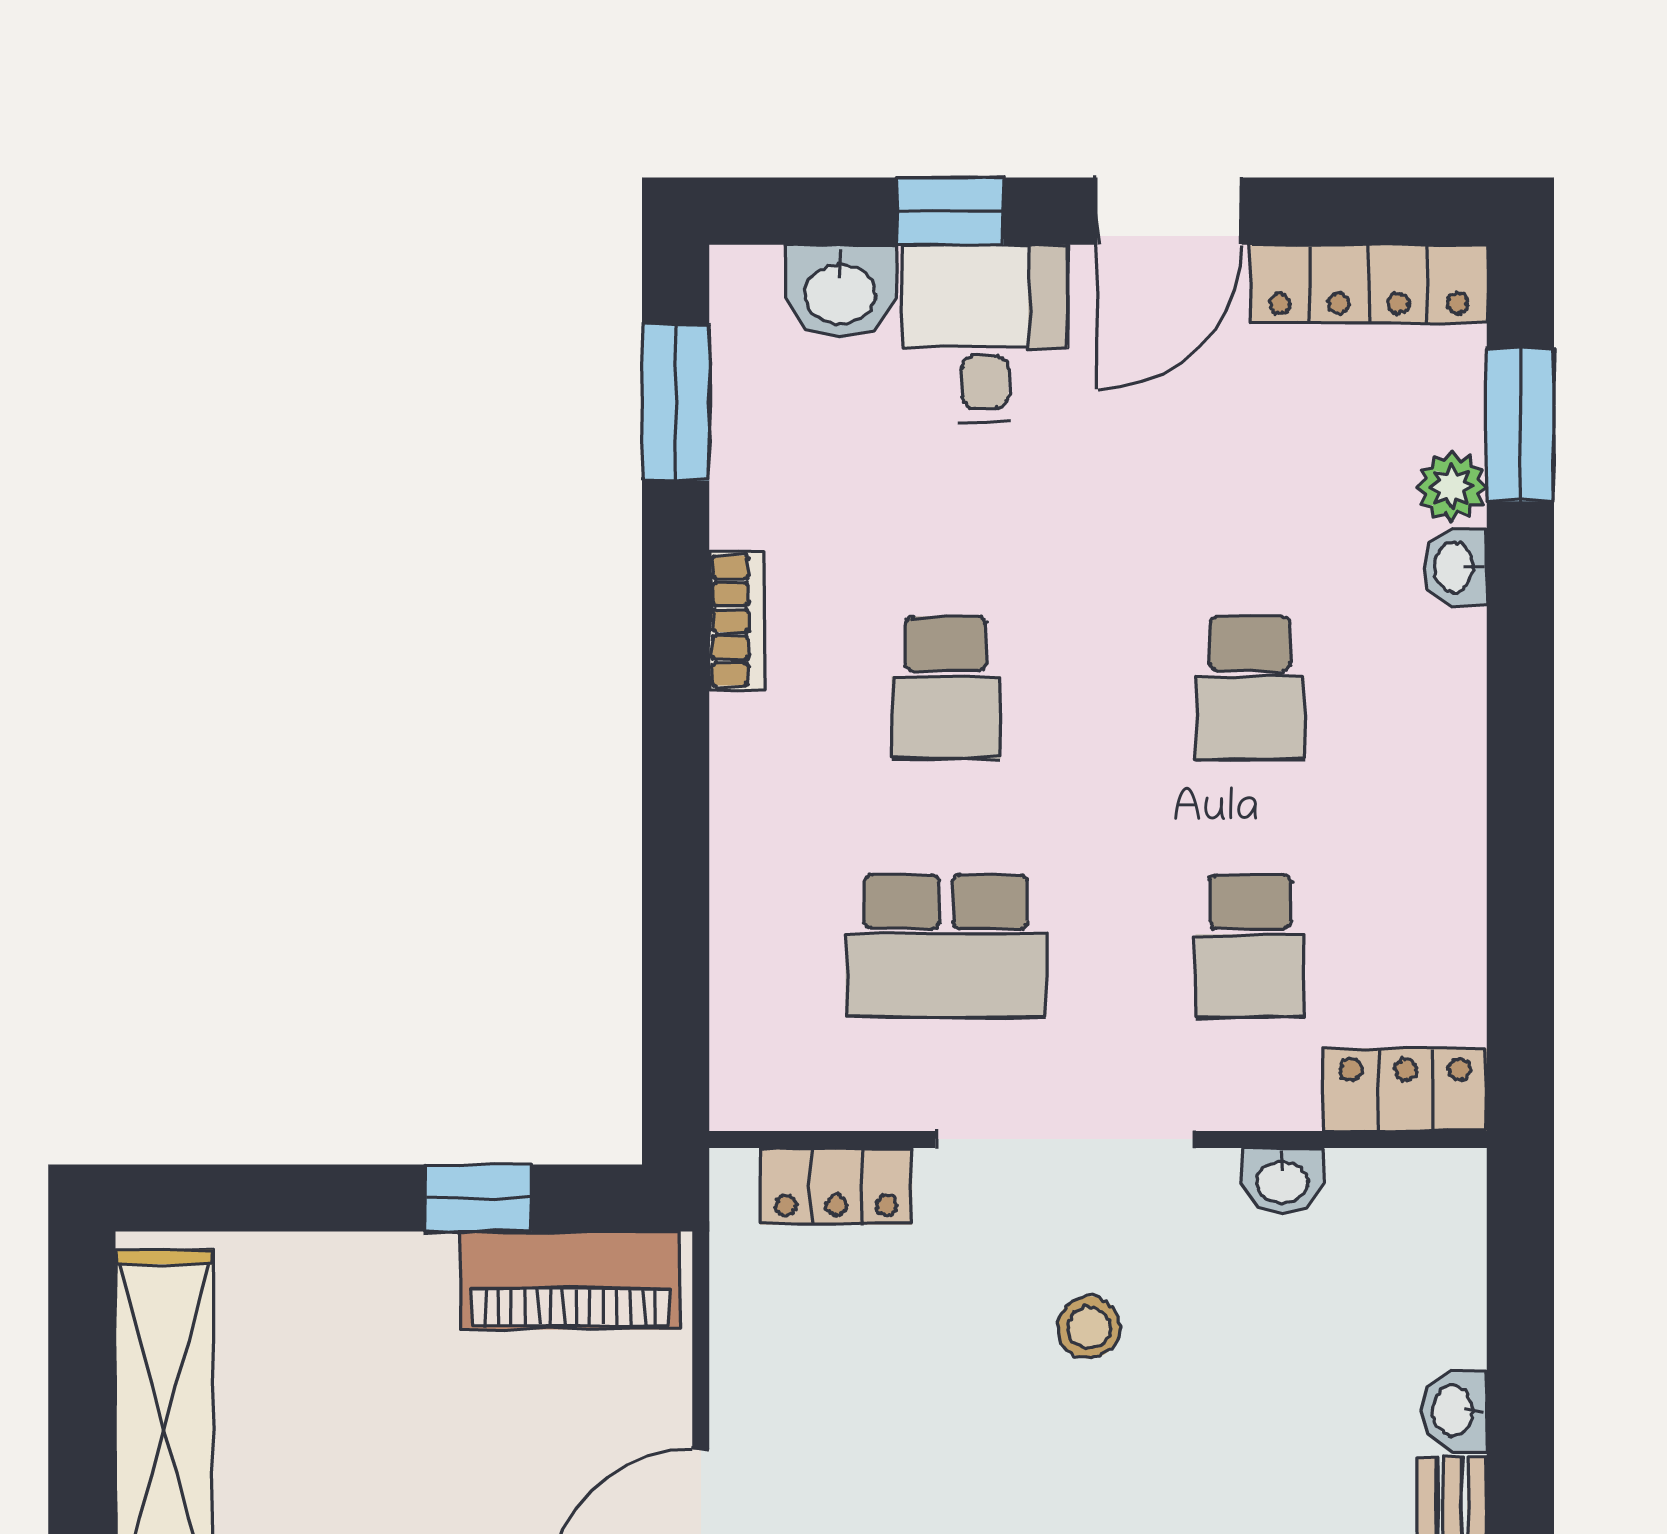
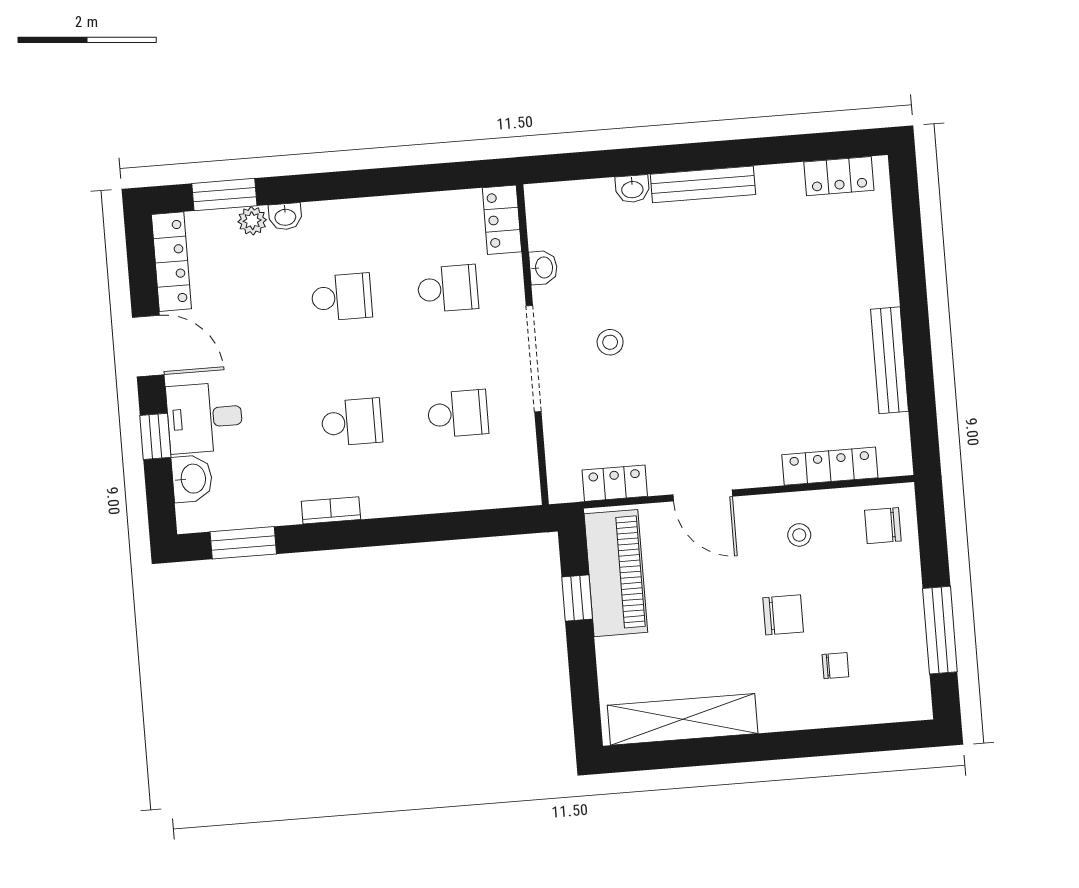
school desk: (946, 946) -> (458, 414), width x0.54
locker: (836, 1186) -> (615, 483), moved, turned -90
piano: (570, 1280) -> (616, 573), width x1.37, depth x1.33

